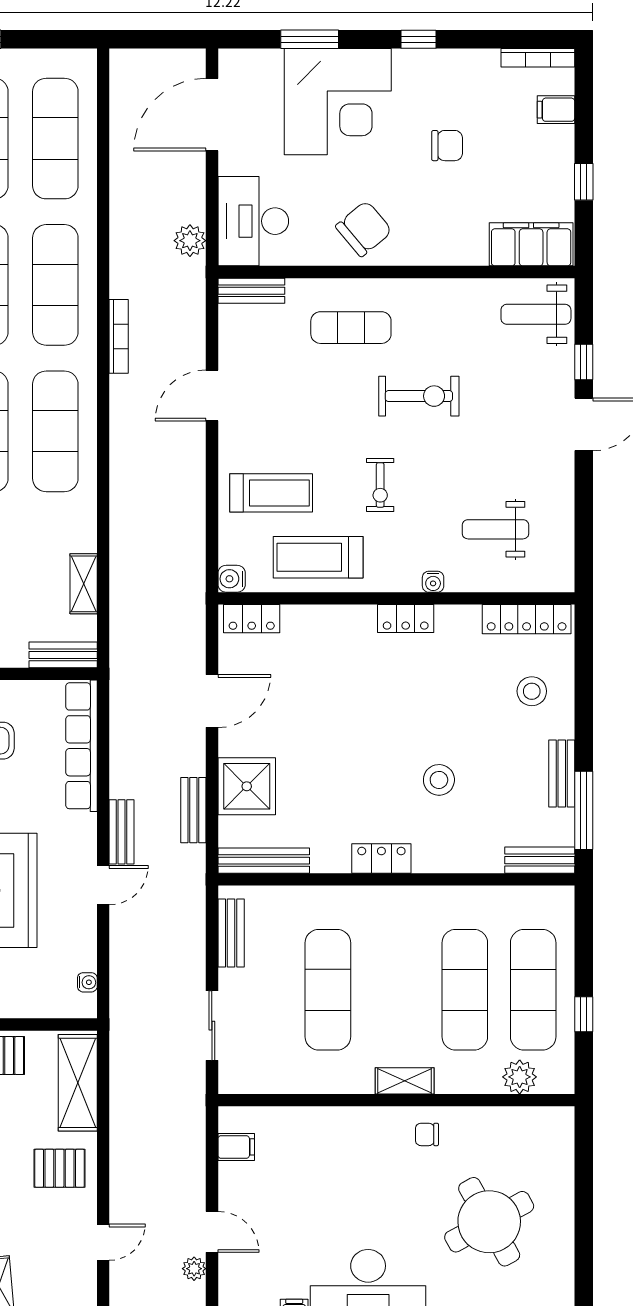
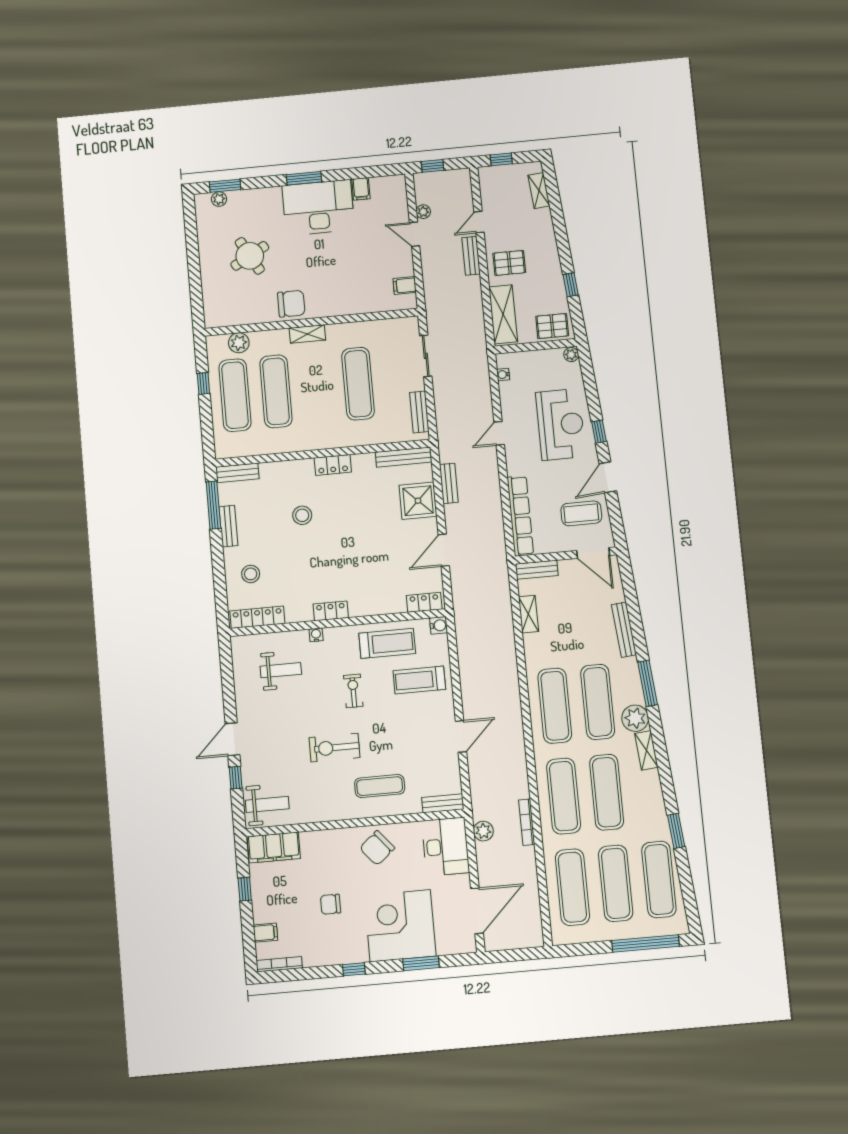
bookcase: (119, 336) -> (527, 822), moved
bench: (122, 832) -> (471, 256), moved
chair: (427, 1134) -> (291, 304), width x1.87, depth x1.87
round table: (489, 1222) -> (250, 256), width x0.73, depth x0.73

